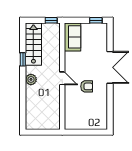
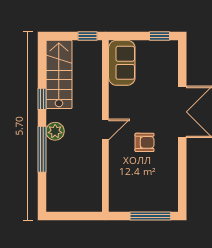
door: (62, 78) -> (105, 130), hinge flipped
window: (23, 91) -> (42, 149), added
window: (90, 132) -> (150, 216), added

